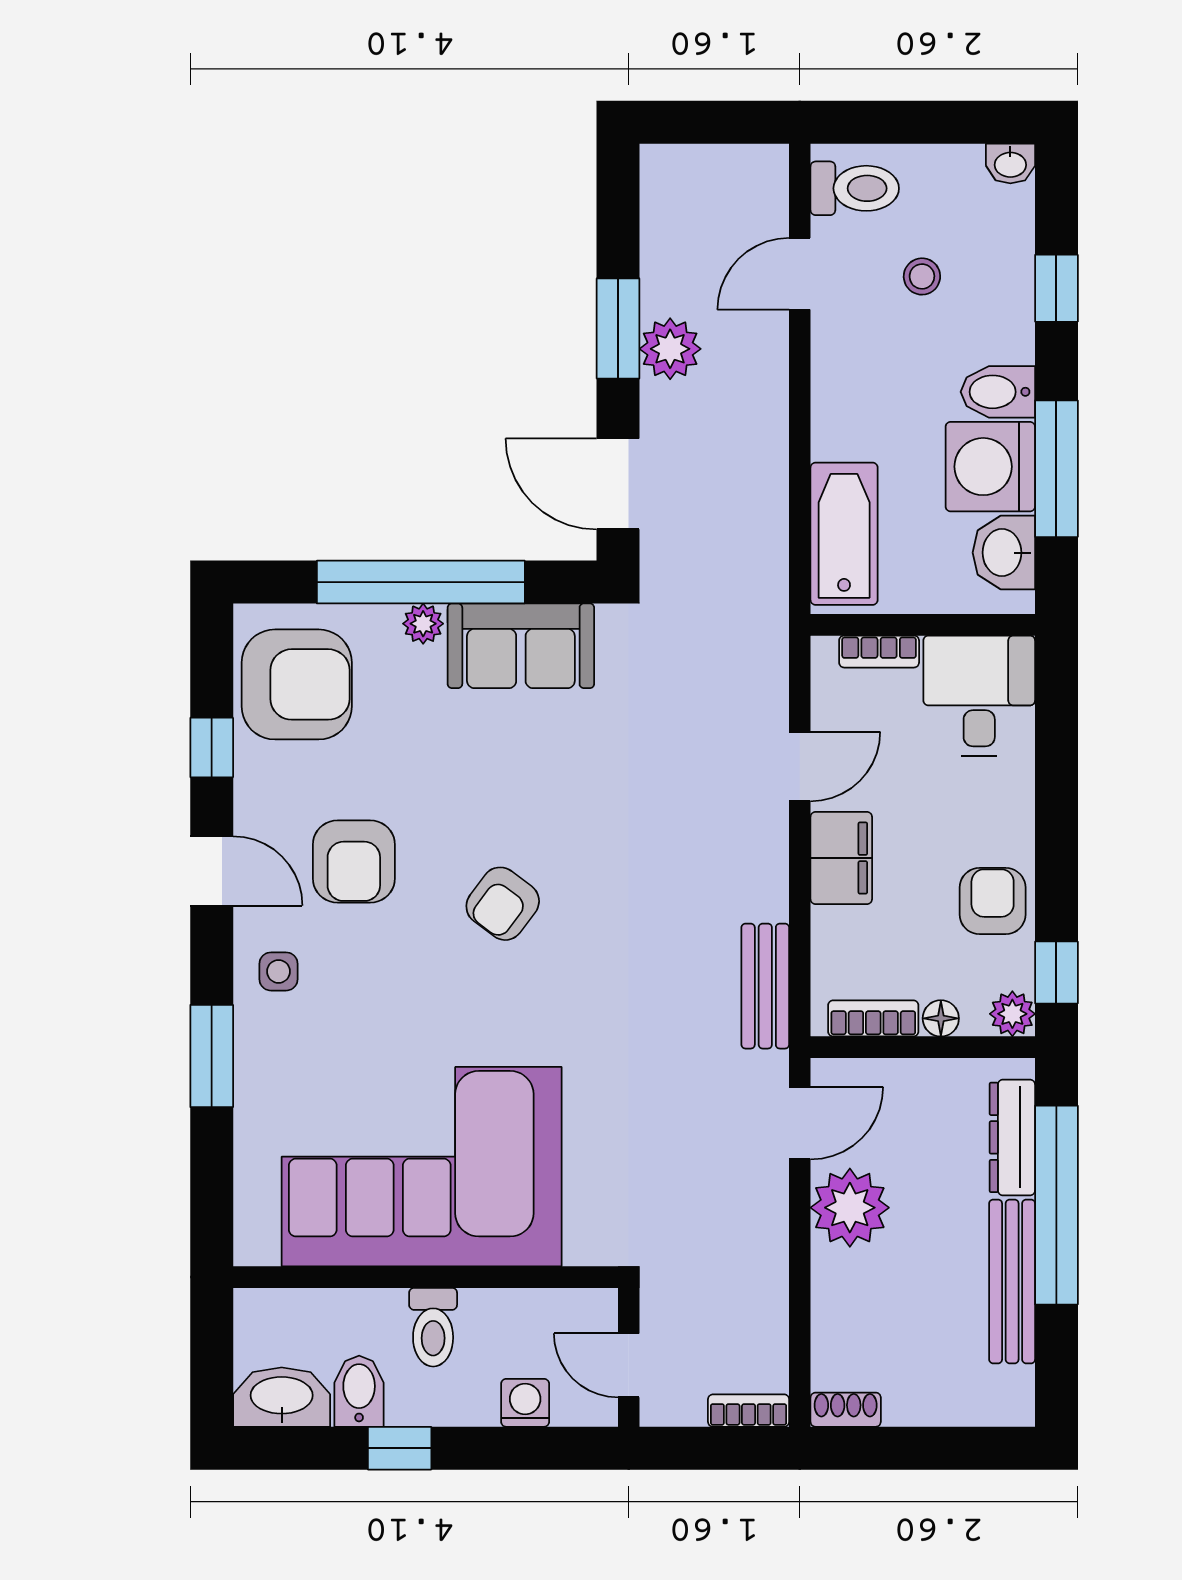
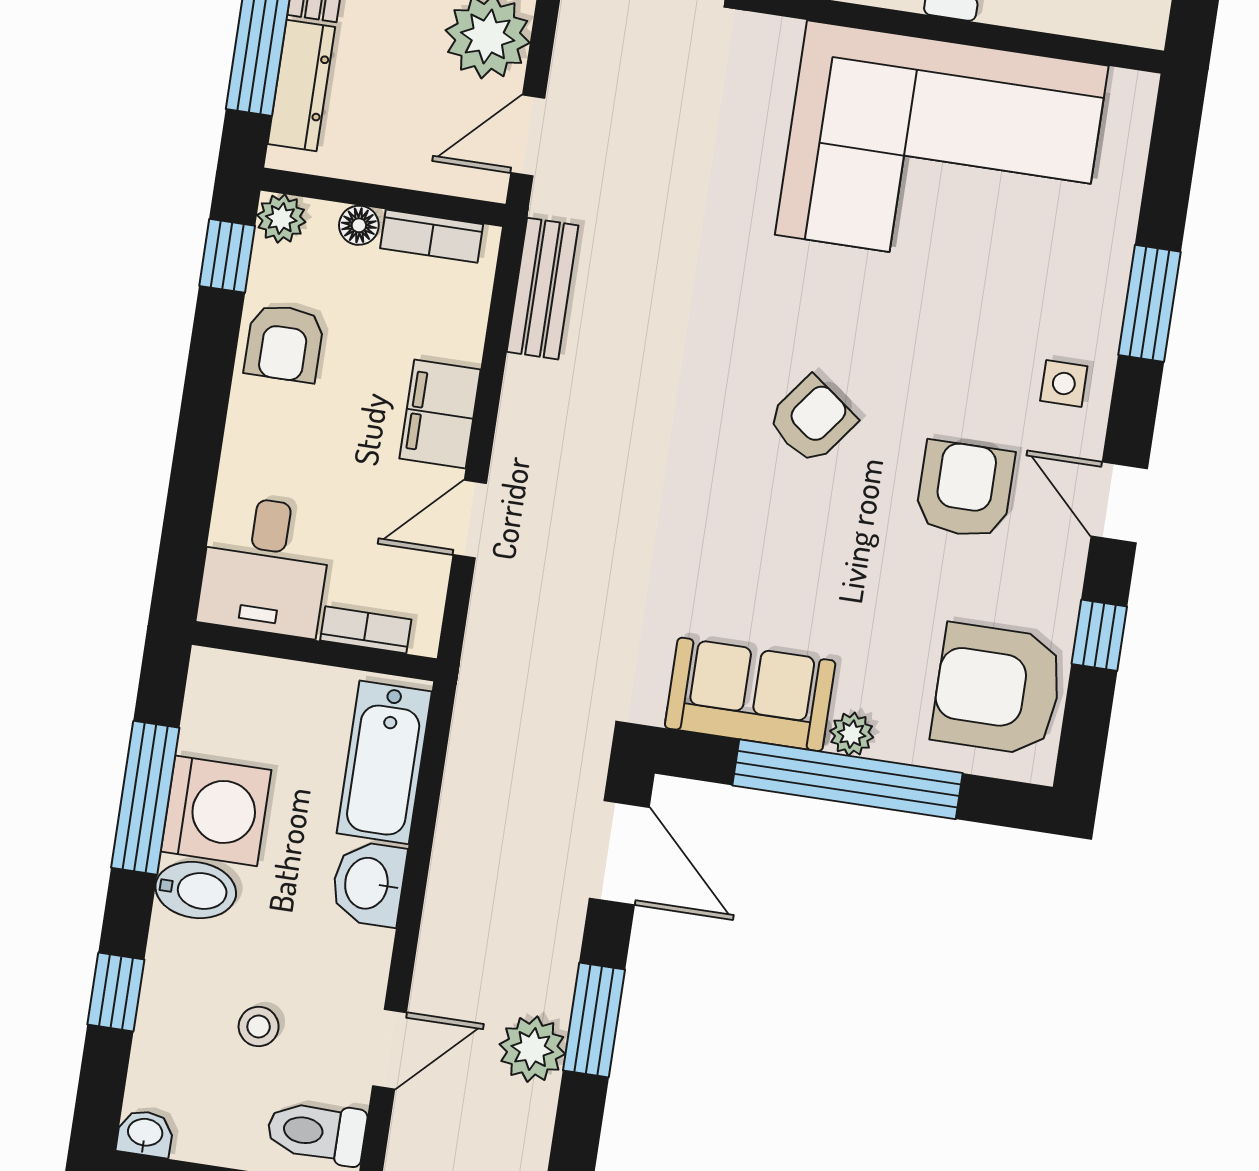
plant: (670, 349) -> (532, 1049), moved
washbasin: (1004, 553) -> (368, 884), moved, turned 180

